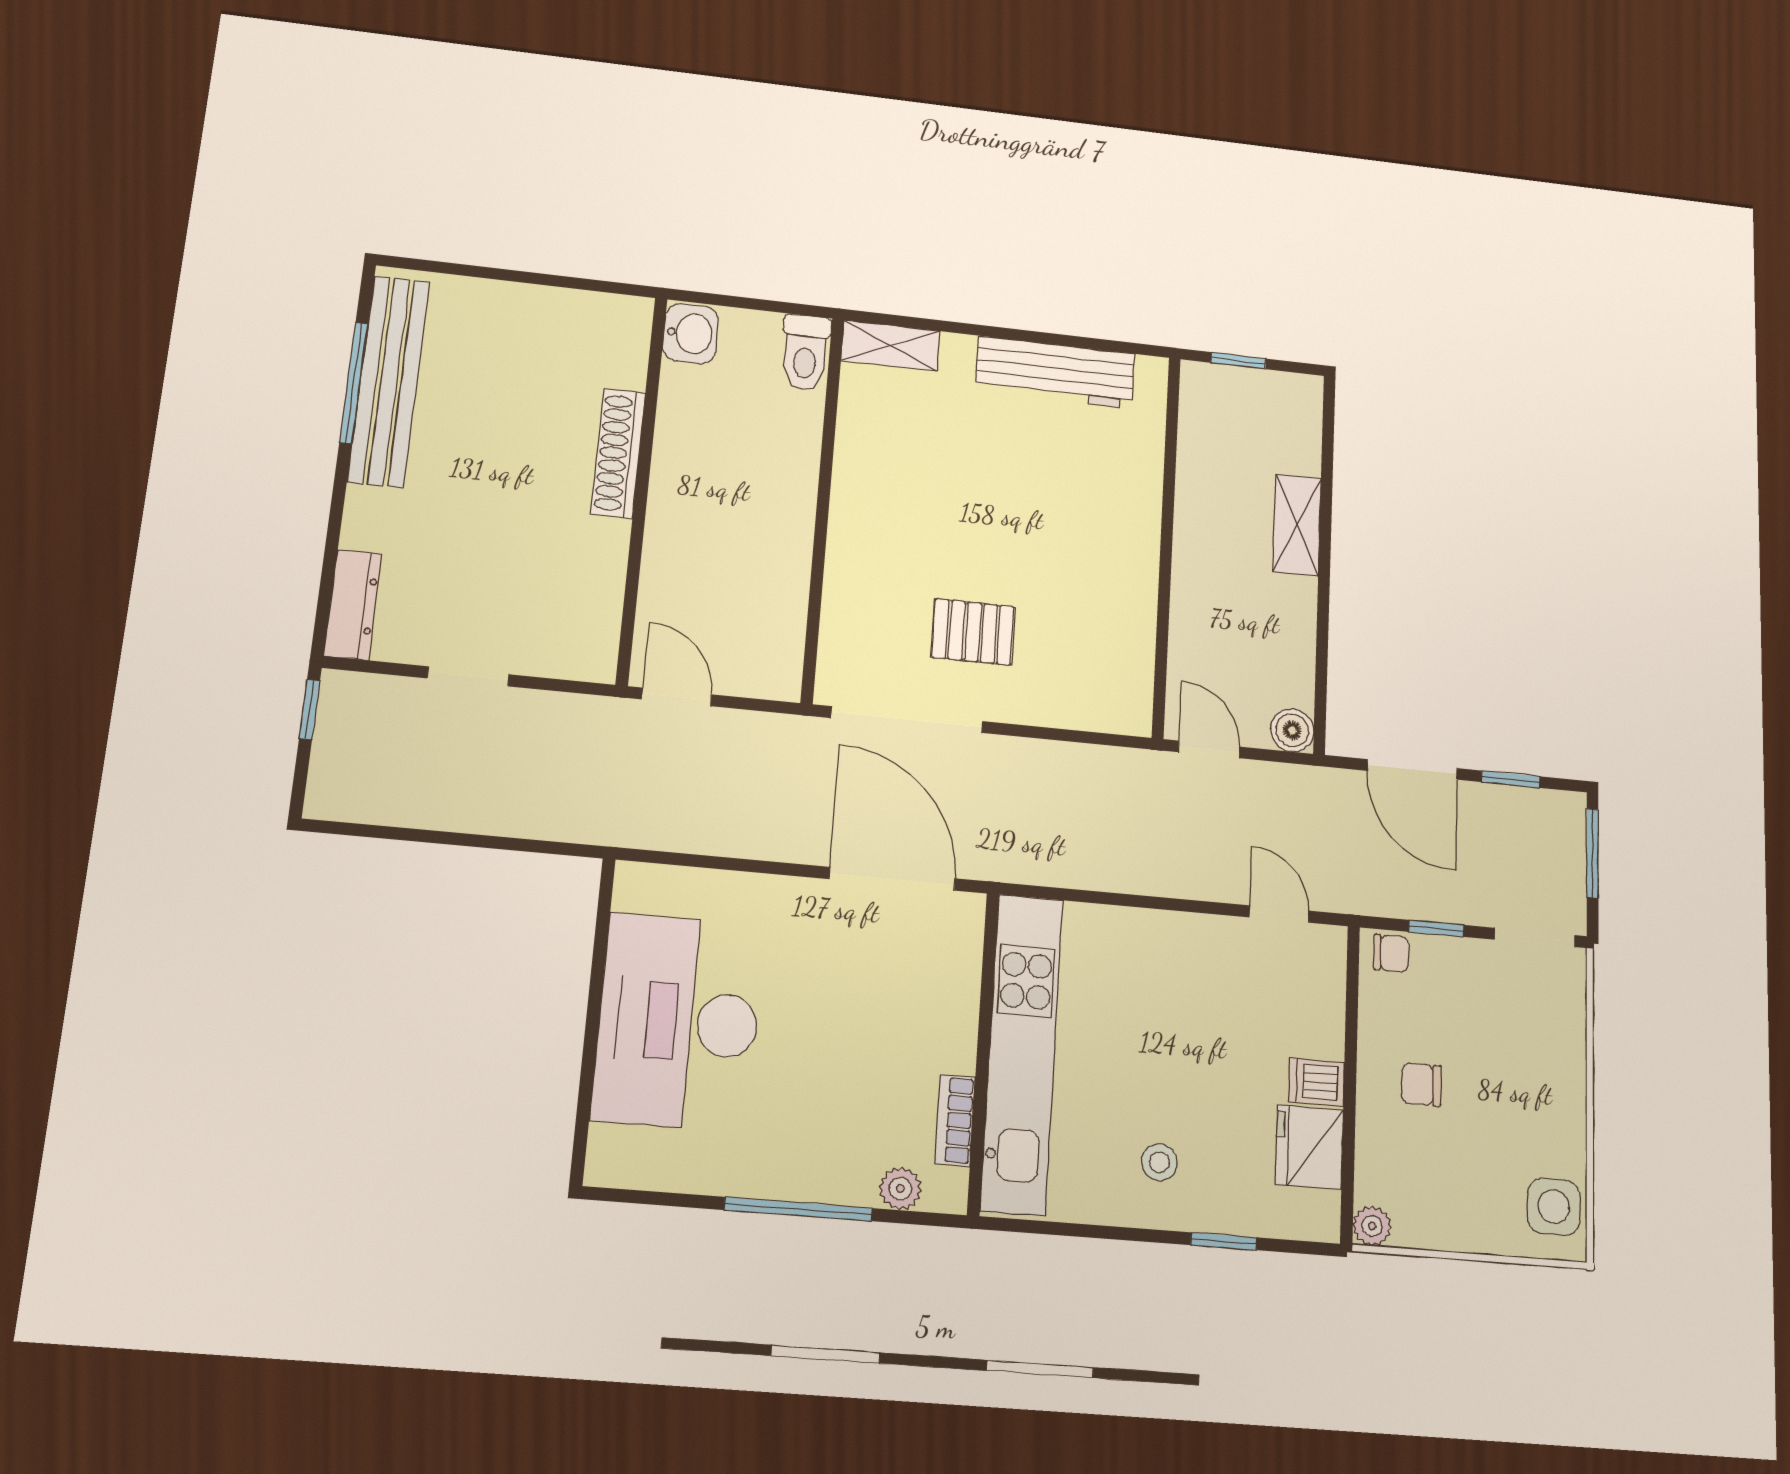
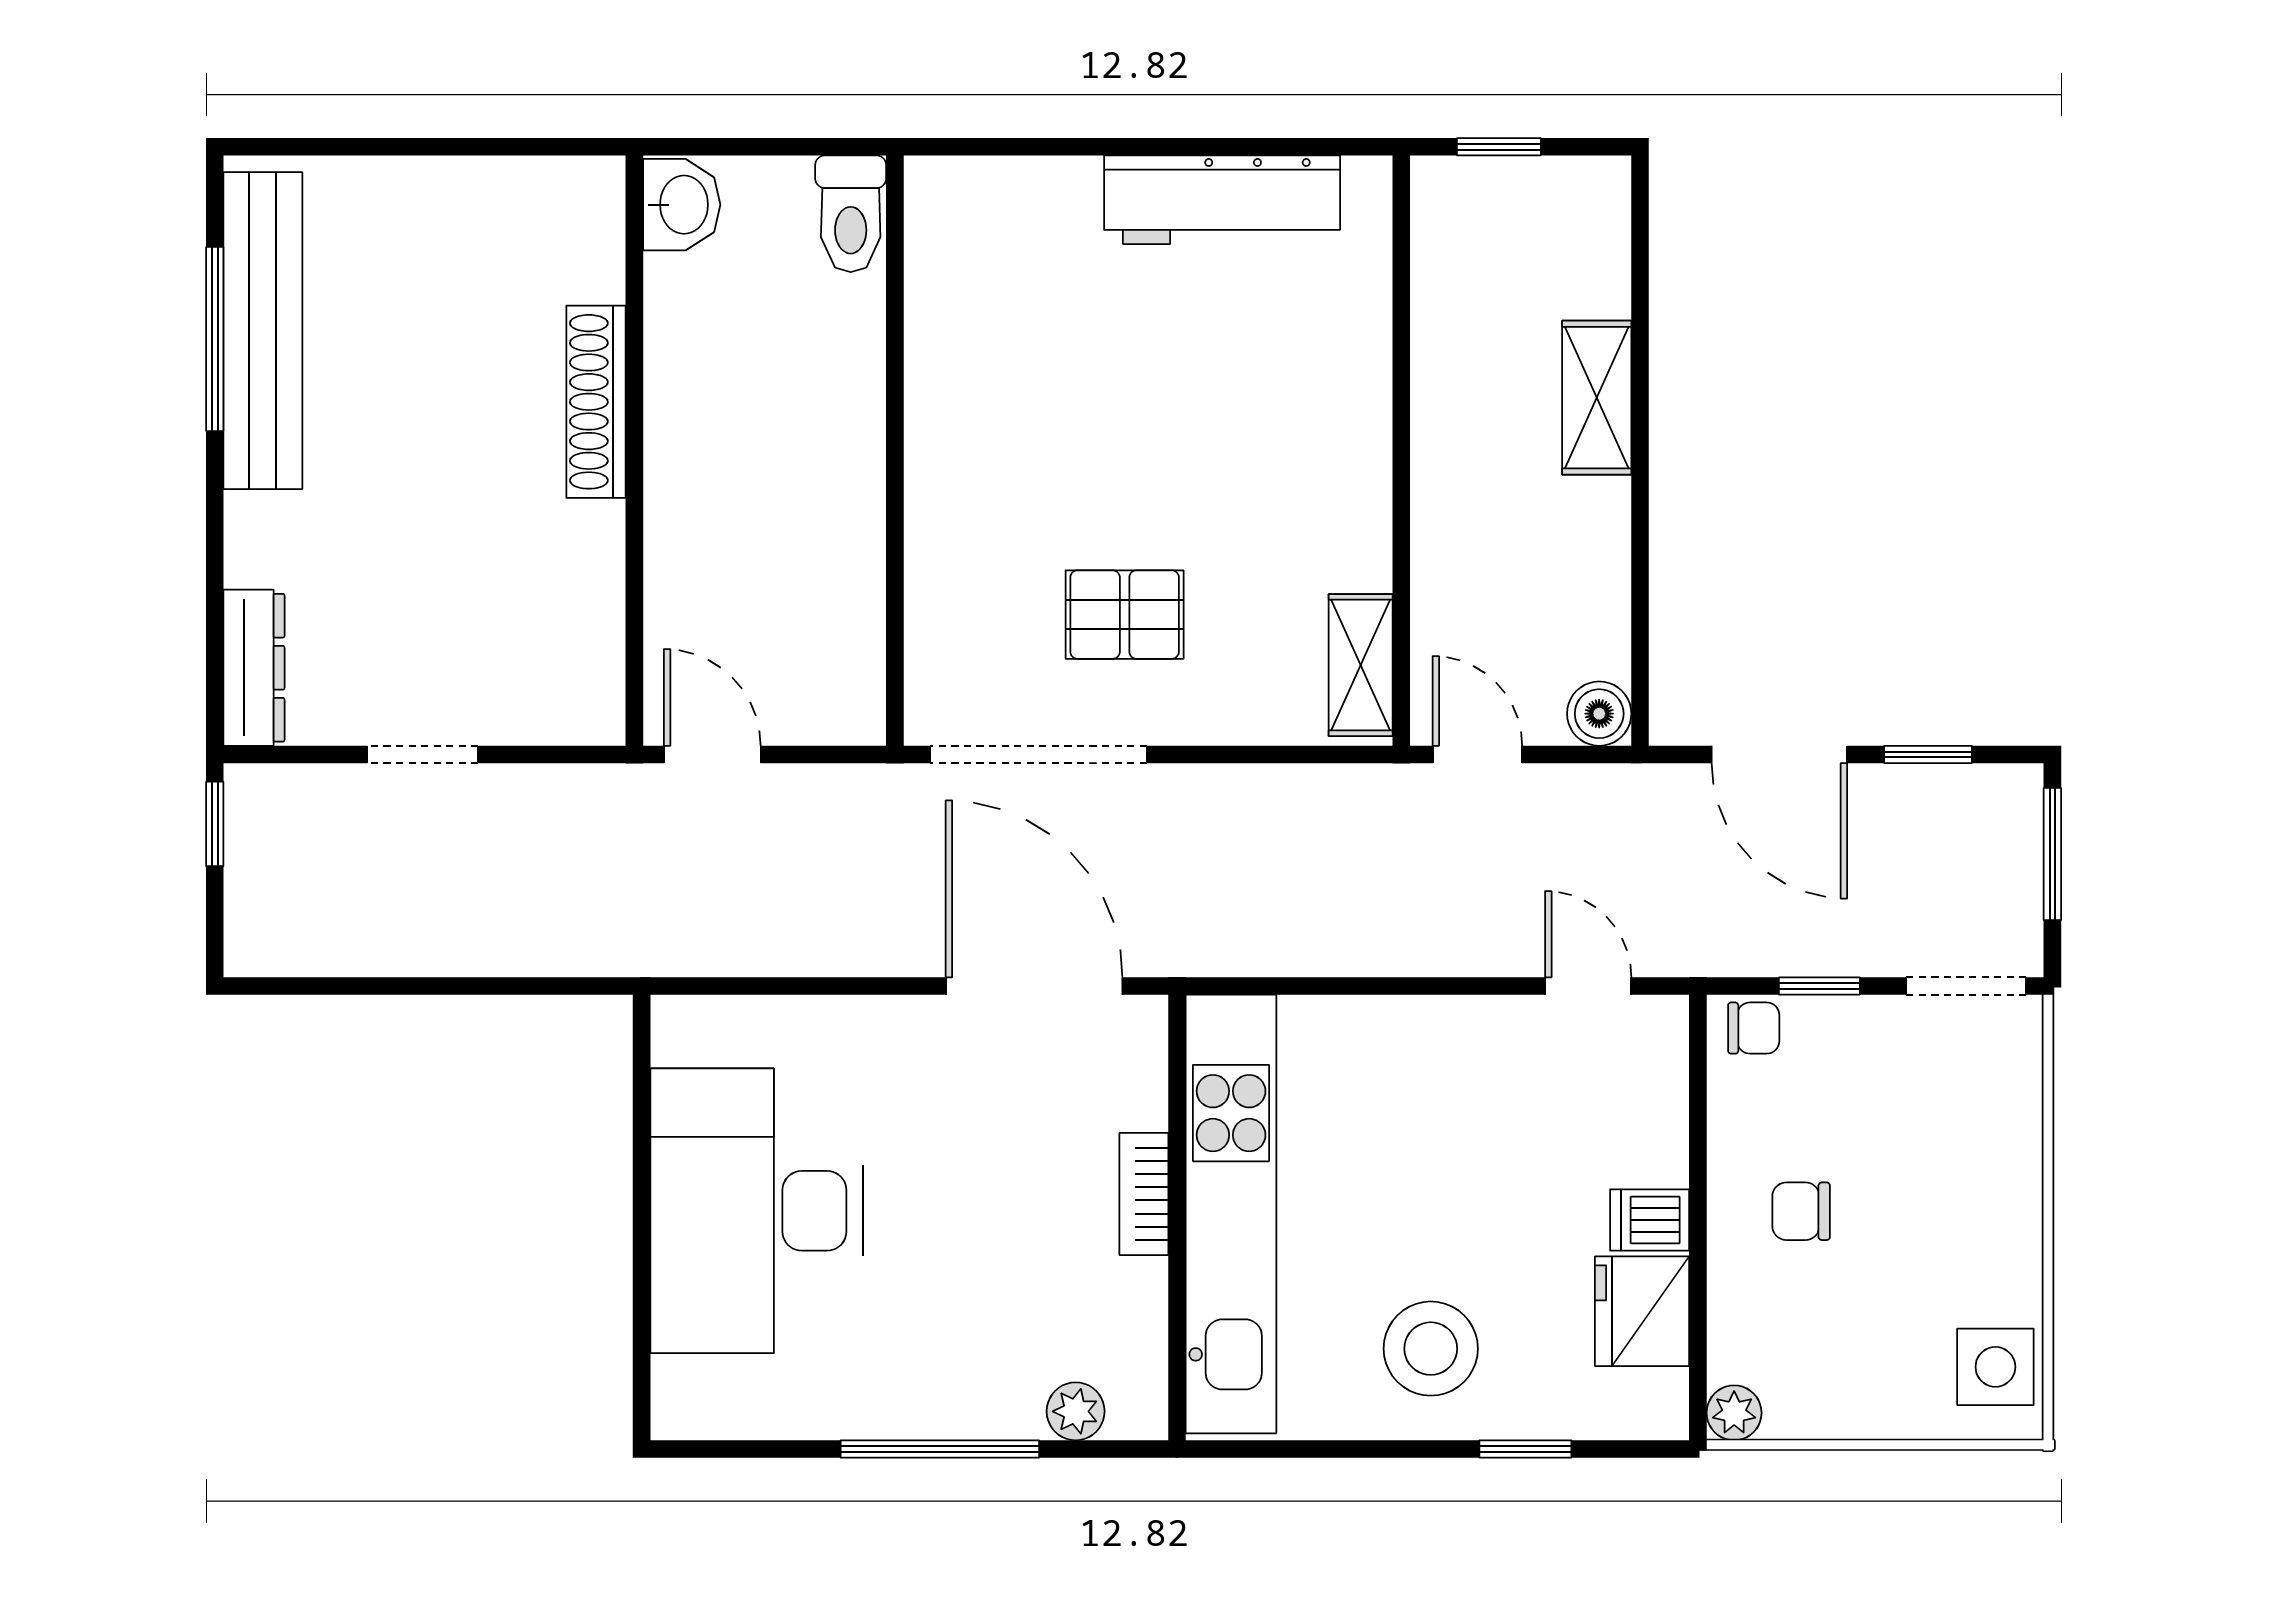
shelving: (890, 346) -> (1361, 665), moved, turned 90
bookcase: (955, 1120) -> (1144, 1194), moved
stool: (1159, 1162) -> (1431, 1349), width x1.89, depth x1.89

